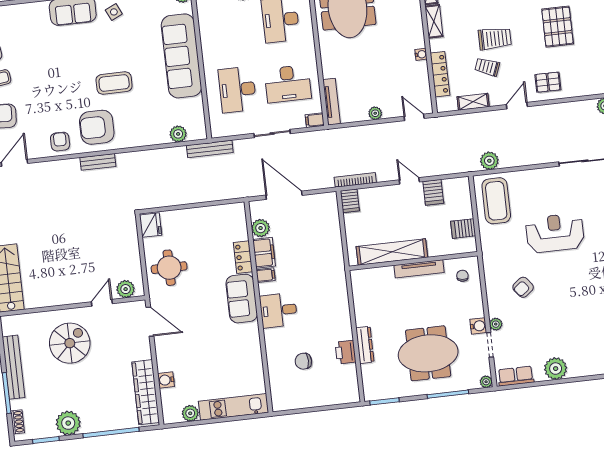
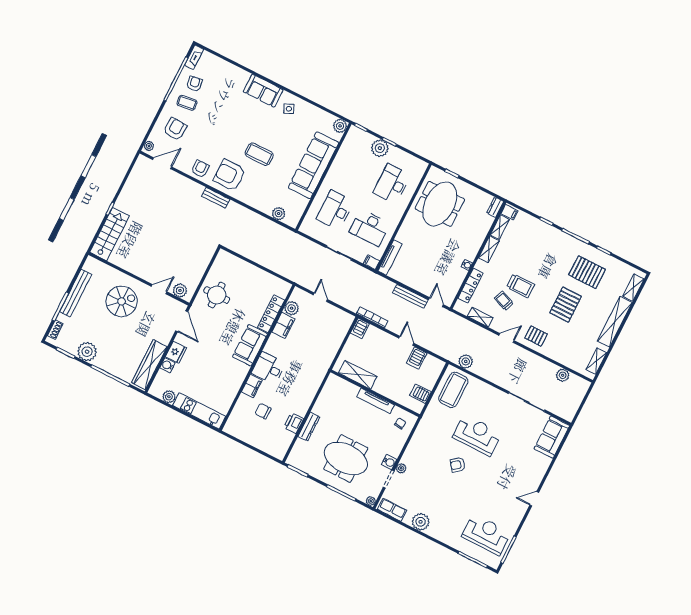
plant: (375, 113) -> (413, 283), removed
bench: (210, 149) -> (410, 296), moved
door: (284, 195) -> (320, 297), width x0.53
fridge: (151, 225) -> (176, 352), moved
shelving: (392, 252) -> (358, 375), width x0.68
locker: (243, 257) -> (271, 314), width x1.53
filing cabinet: (266, 275) -> (252, 386), moved, width x2.00
armchair: (523, 287) -> (458, 465), moved

